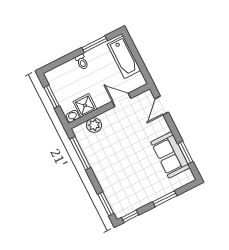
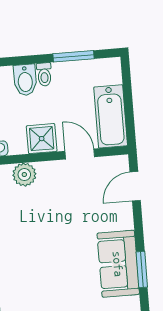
bathtub: (124, 57) -> (111, 116), moved
bidet: (72, 70) -> (25, 80), added
shower: (85, 105) -> (42, 139), moved

